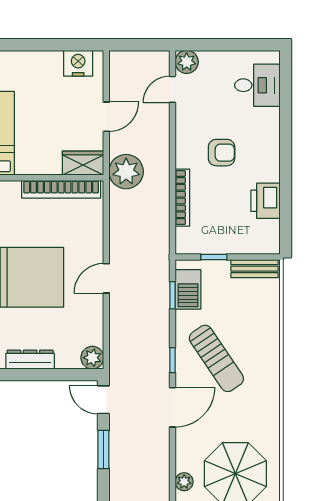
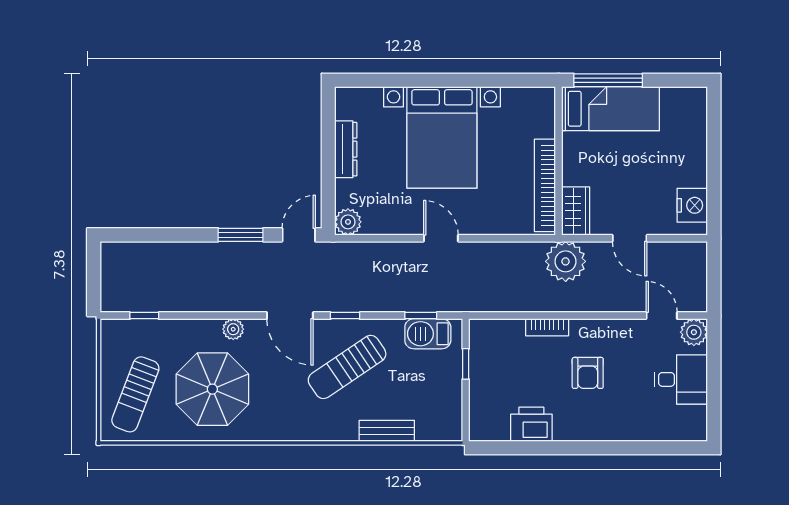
desk: (257, 85) -> (681, 379), moved, turned -90
bookcase: (182, 198) -> (547, 327), width x0.64
bench: (255, 269) -> (387, 431), moved, turned 90
plant: (184, 482) -> (233, 329), moved

